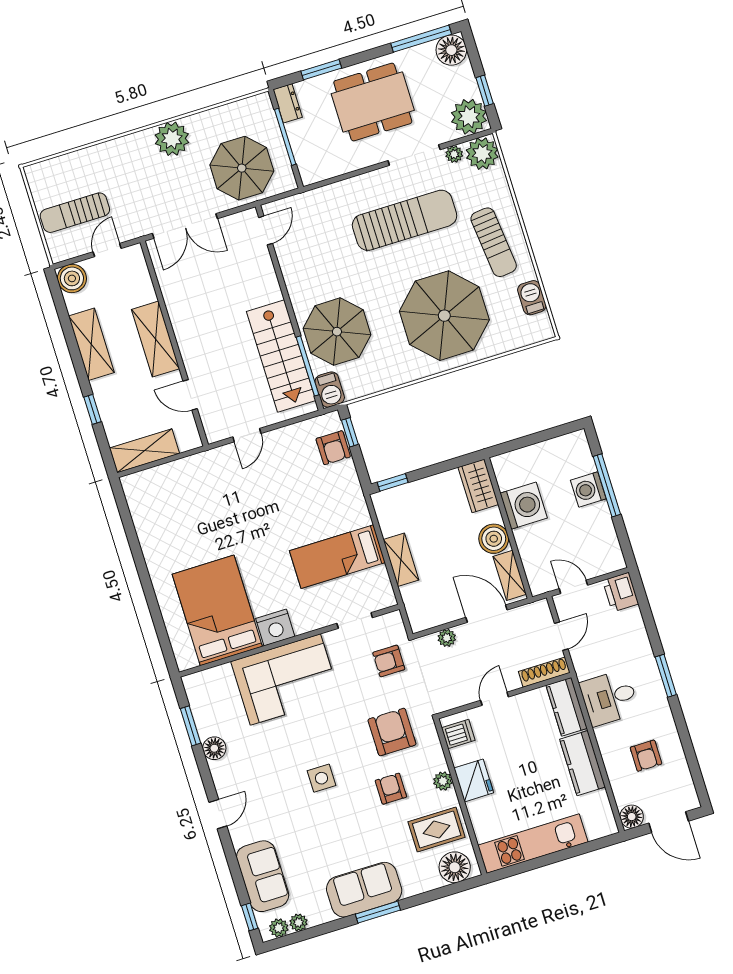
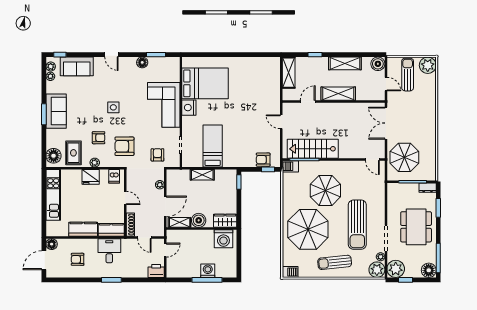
plant: (172, 139) -> (428, 65), moved
barbecue: (532, 298) -> (290, 272), moved
parasol: (337, 332) -> (325, 191), moved
washing machine: (524, 506) -> (223, 239), moved
armchair: (392, 732) -> (124, 146), turned 180

